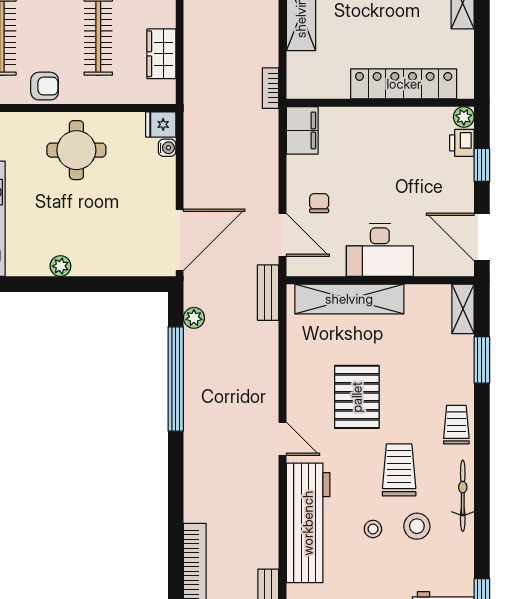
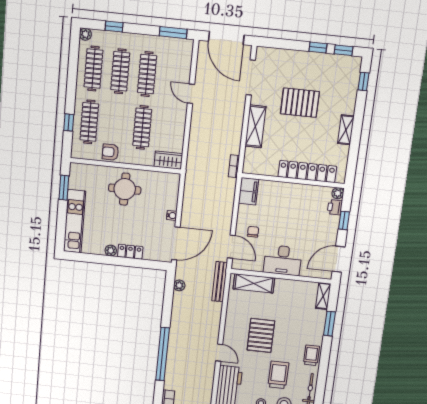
wardrobe: (161, 54) -> (168, 160), moved, turned 90
armchair: (45, 86) -> (110, 152), turned 180
fridge: (161, 124) -> (172, 180), removed
water cooler: (167, 148) -> (172, 215), moved
door: (482, 237) -> (339, 259), hinge flipped
locker: (97, 264) -> (130, 252), added
bench: (268, 293) -> (220, 282), width x1.36
shelving: (349, 299) -> (254, 283), width x0.68
window: (176, 379) -> (163, 354), moved

